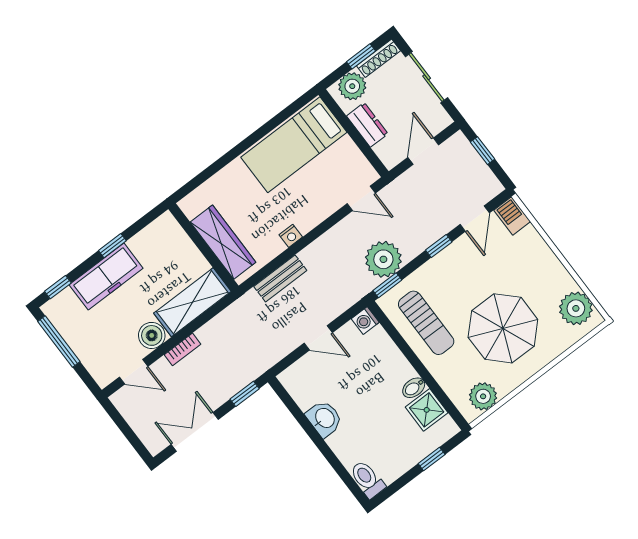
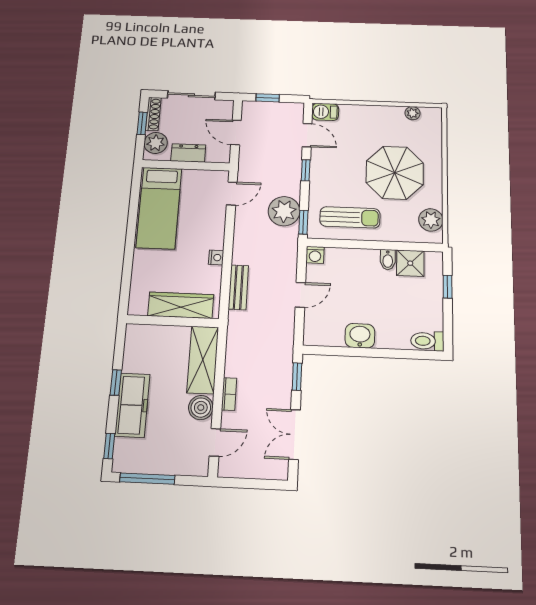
plant: (576, 308) -> (413, 113), width x0.53, depth x0.53

